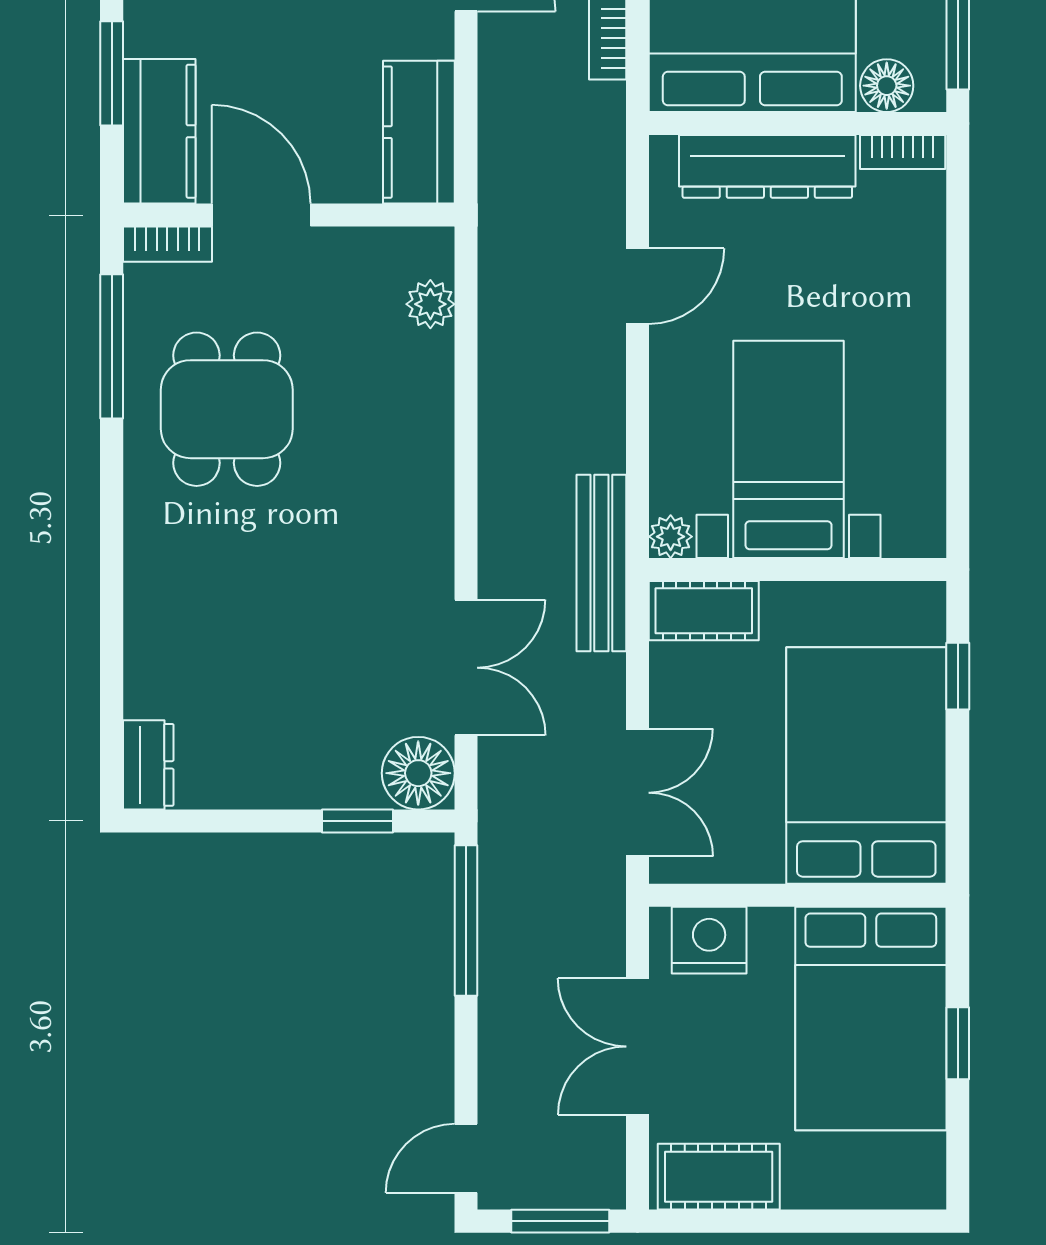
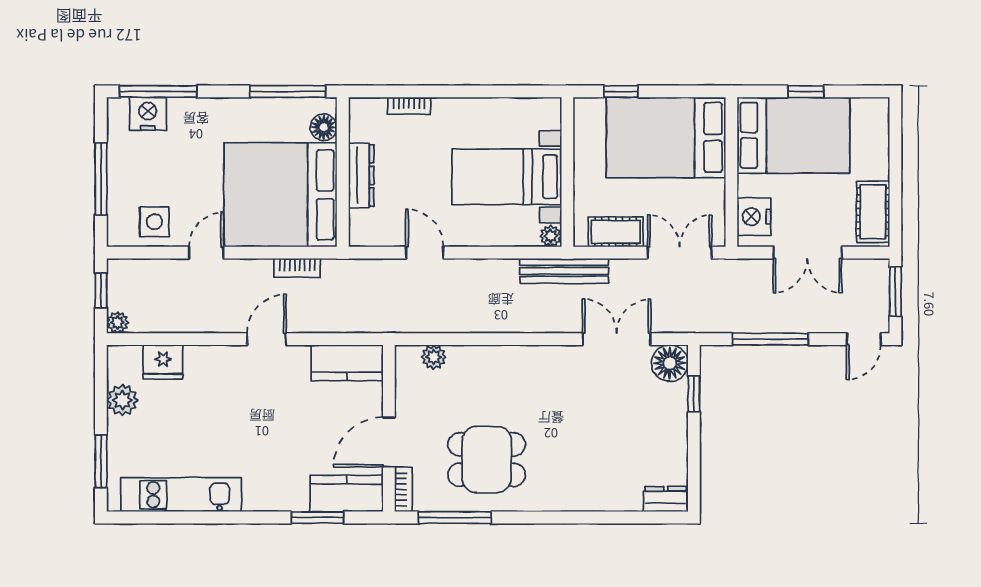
bookcase: (903, 152) -> (409, 106), moved, turned 90
dresser: (767, 166) -> (361, 175), width x0.73, depth x0.80
cot: (704, 611) -> (616, 232), moved, turned 90
window: (466, 920) -> (770, 339), moved
door: (466, 1158) -> (864, 339), hinge flipped

